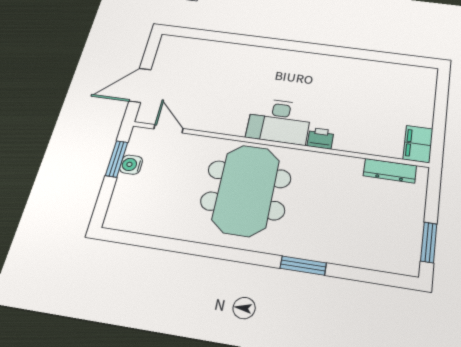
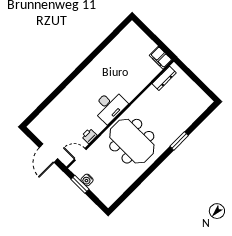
printer: (320, 138) -> (89, 136), moved
window: (429, 242) -> (204, 87), removed

